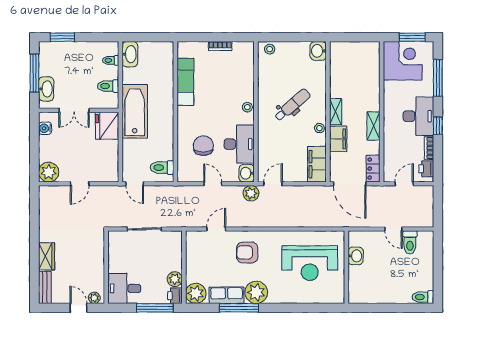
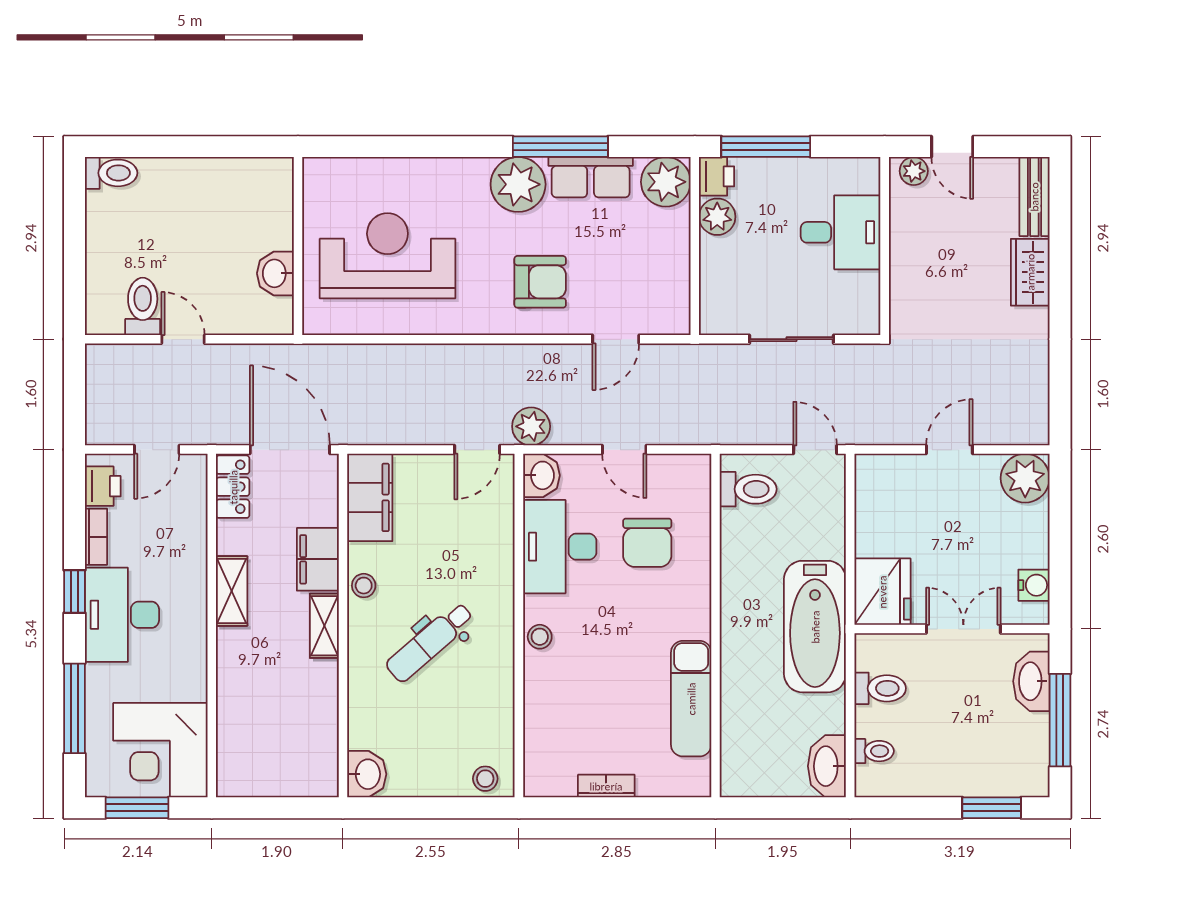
desk: (124, 288) -> (841, 232), moved

